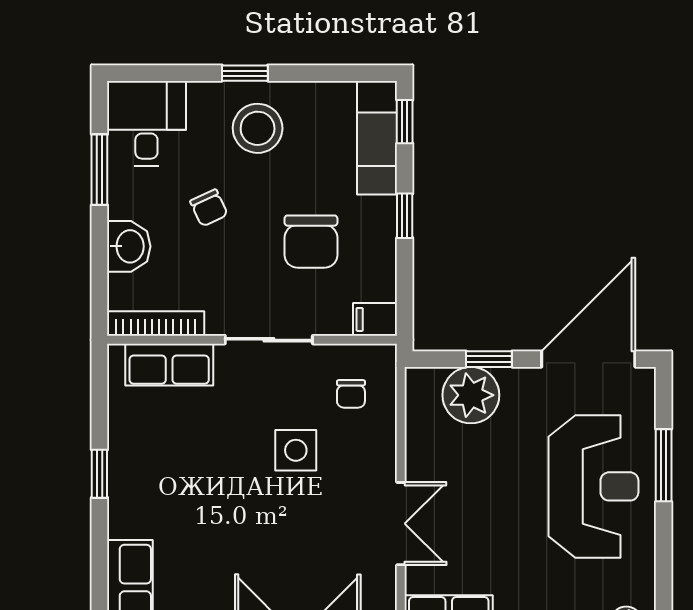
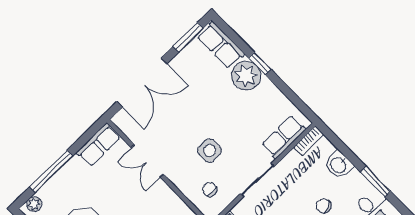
bookcase: (156, 323) -> (309, 141), width x0.64
window: (99, 474) -> (260, 63), moved
plant: (137, 507) -> (246, 76), added

